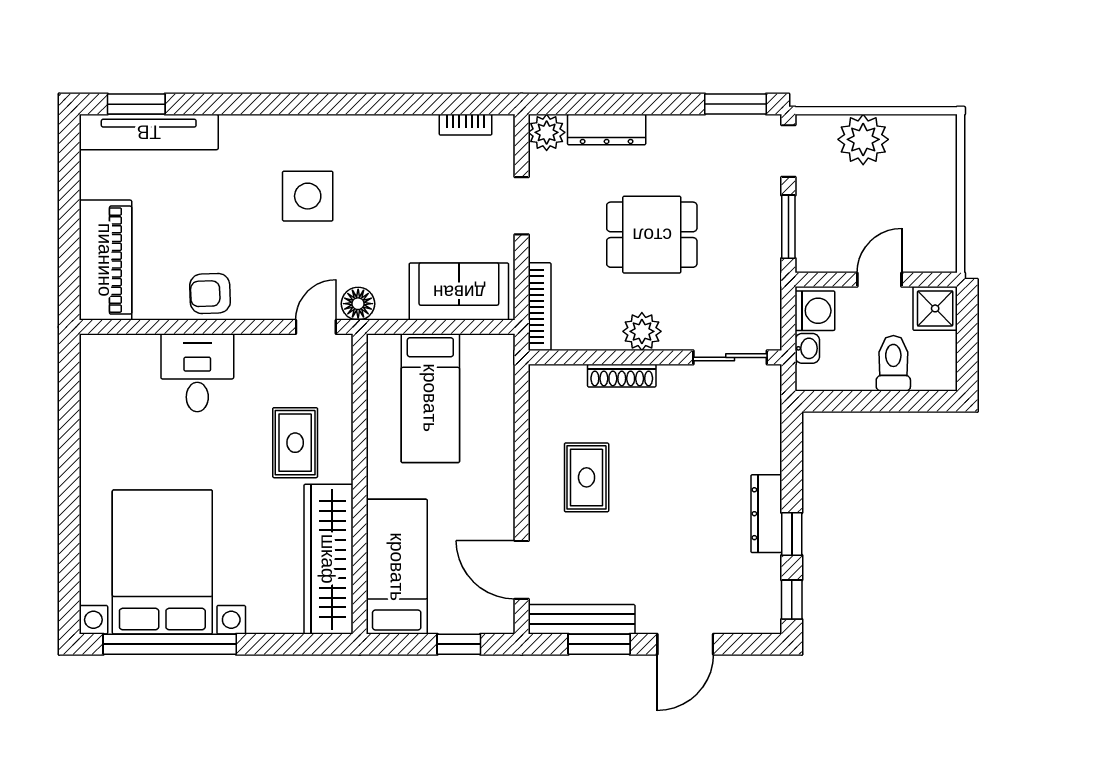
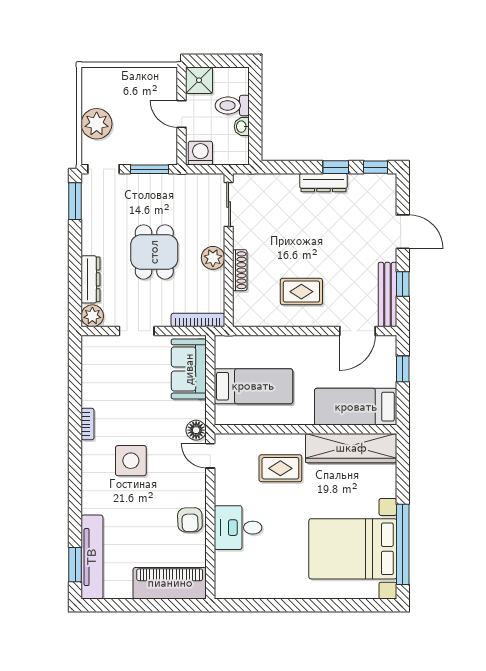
bookcase: (466, 125) -> (88, 424), moved
washbasin: (807, 348) -> (242, 127), moved, turned -90
window: (599, 644) -> (403, 284), width x0.67

